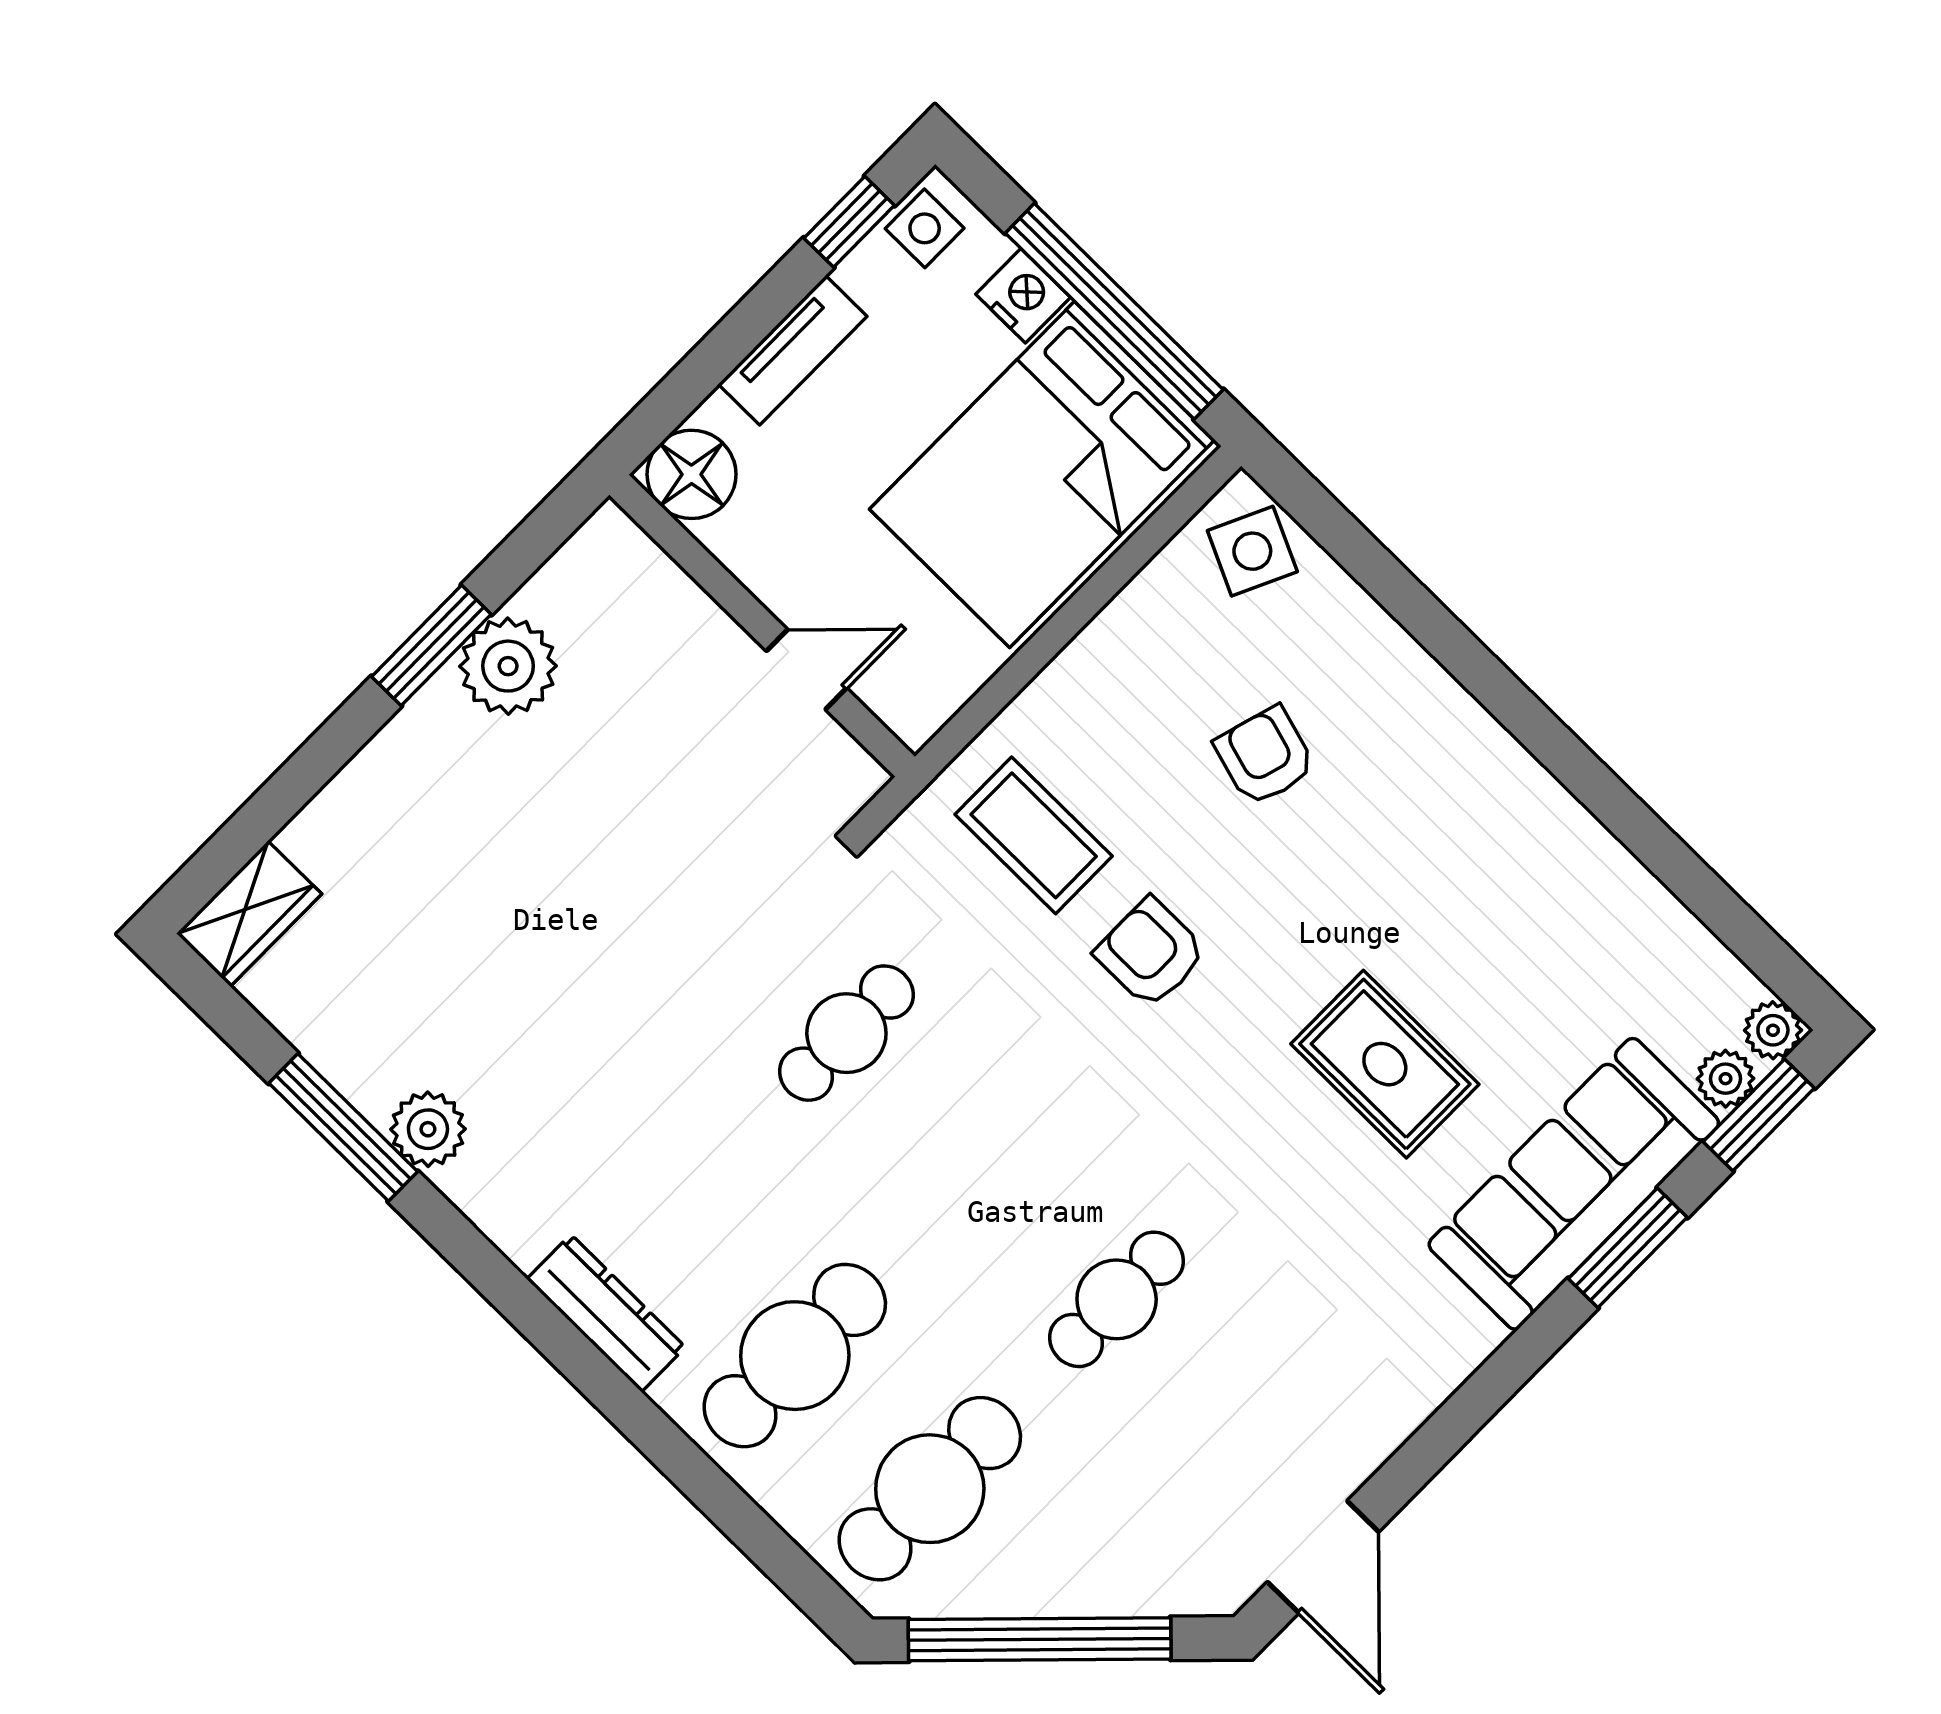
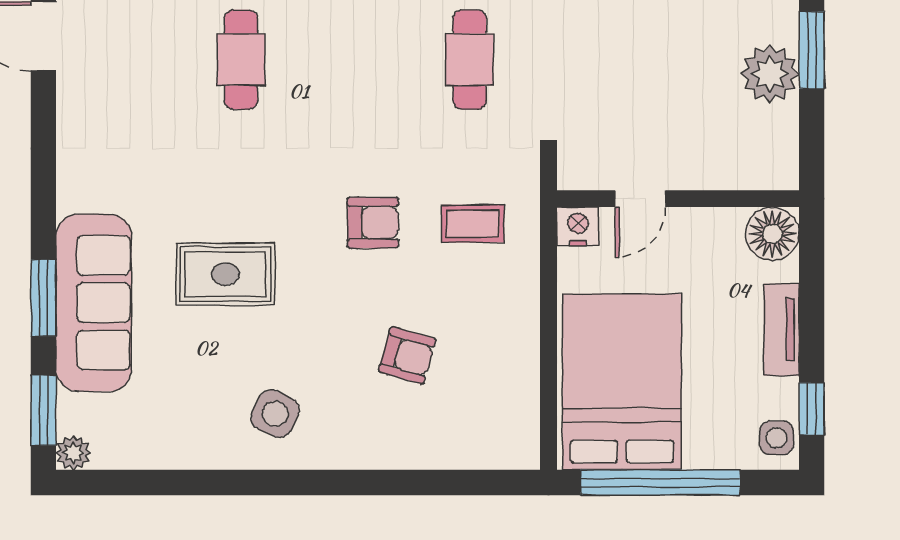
nightstand: (1023, 296) -> (578, 226), moved, turned 180
side table: (1252, 551) -> (275, 414), moved
coffee table: (1034, 835) -> (473, 224), width x0.73, depth x0.77
plant: (1725, 1079) -> (73, 412), removed

